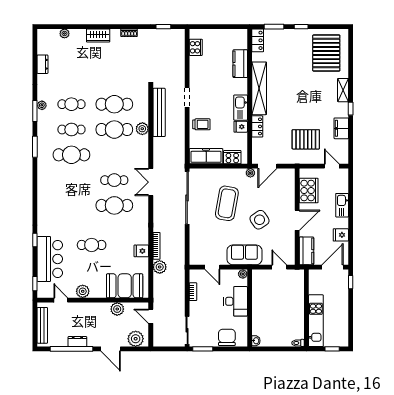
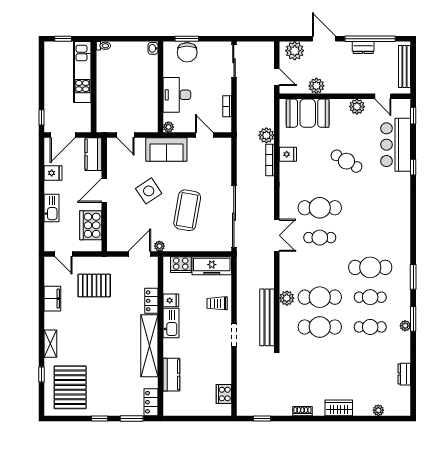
window: (351, 109) -> (41, 374), moved
cafe table: (92, 245) -> (346, 161), turned 30
window: (203, 349) -> (187, 39), moved

